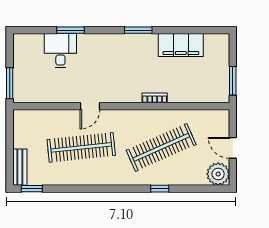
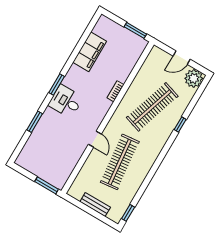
window: (138, 30) -> (57, 84), moved
desk: (60, 51) -> (66, 101), moved
clothes rail: (161, 147) -> (152, 107), turned 42
bench: (20, 167) -> (95, 204), moved

